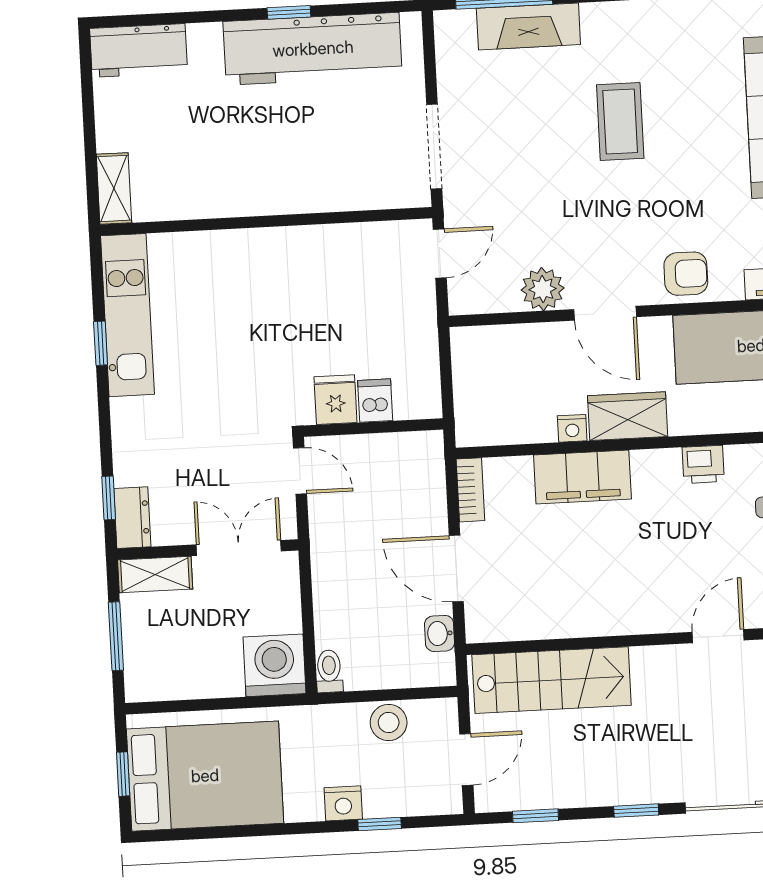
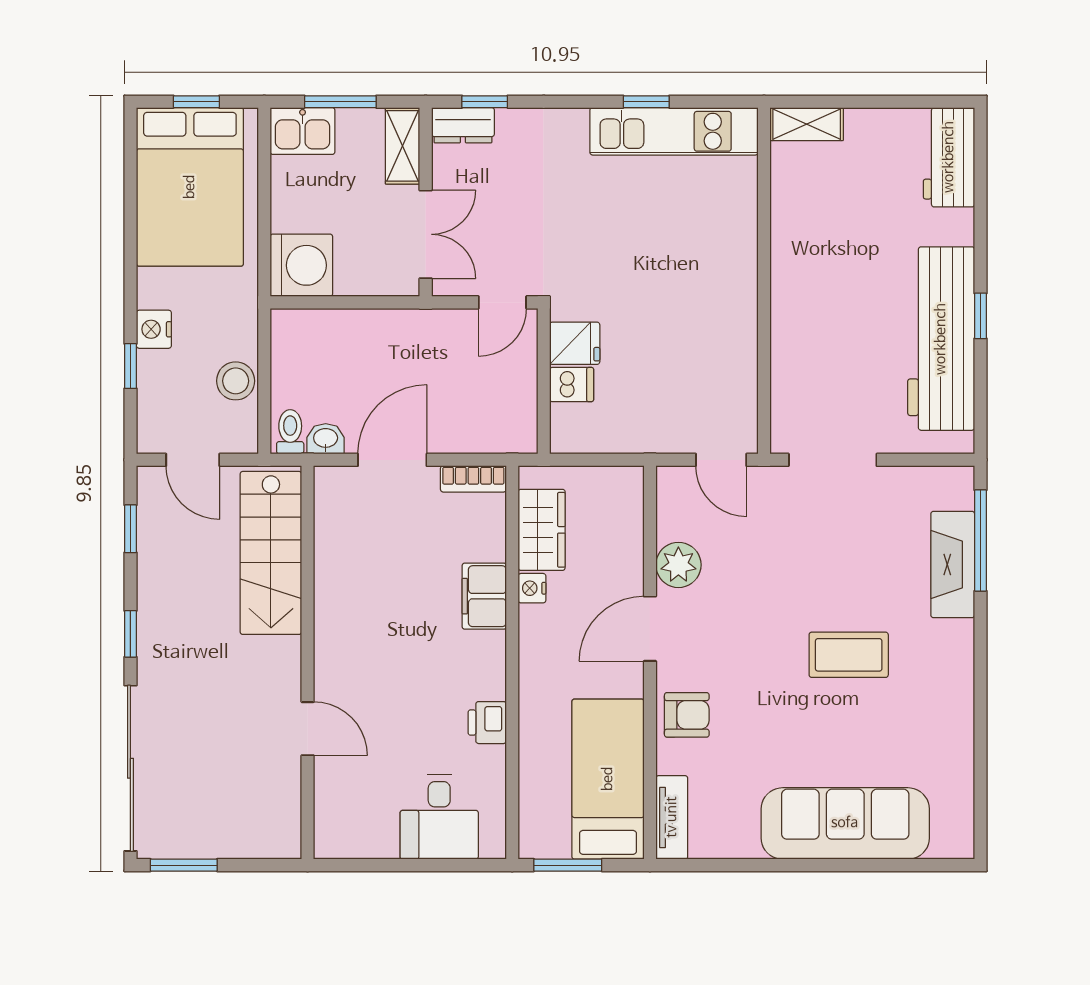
armchair: (686, 274) -> (687, 715), turned -90
wardrobe: (628, 416) -> (542, 530), moved
filing cabinet: (582, 477) -> (484, 596), width x0.67, depth x0.86
kitchen sink: (146, 671) -> (303, 131), added
toilet: (329, 671) -> (290, 432), moved, turned -90

